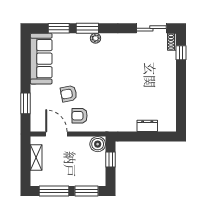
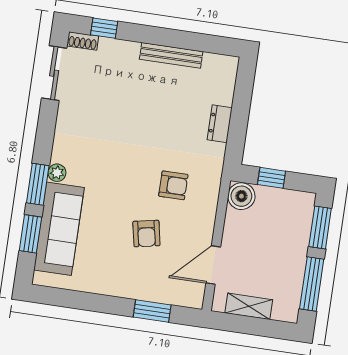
sofa: (41, 59) -> (59, 229), moved, turned 90
bench: (171, 93) -> (171, 55), added
armchair: (80, 116) -> (173, 185), moved, turned -90
dresser: (147, 126) -> (220, 124), moved

